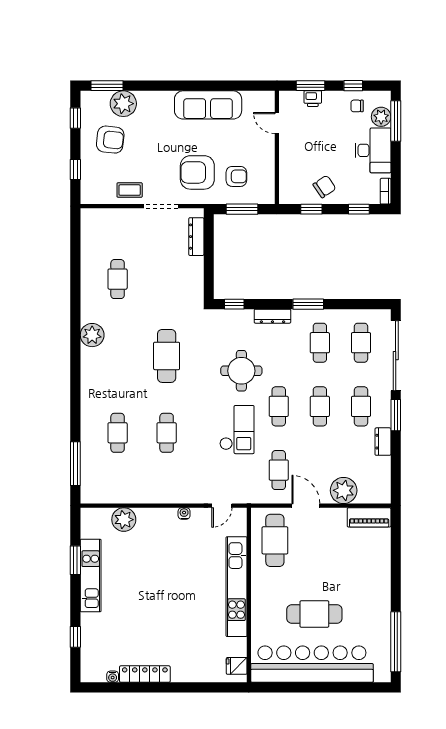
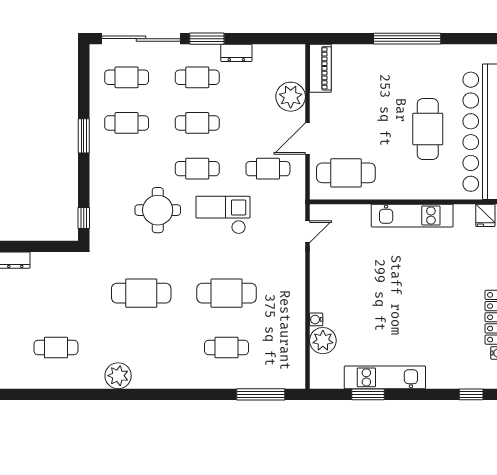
dresser: (272, 316) -> (97, 176), removed
cafe table: (167, 433) -> (227, 293), width x1.37, depth x1.35
door: (222, 506) -> (307, 232), hinge flipped
water cooler: (184, 513) -> (316, 319), moved
kitchen unit: (236, 587) -> (412, 216), width x0.73
window: (75, 637) -> (471, 394), moved
window: (396, 642) -> (407, 39), moved

